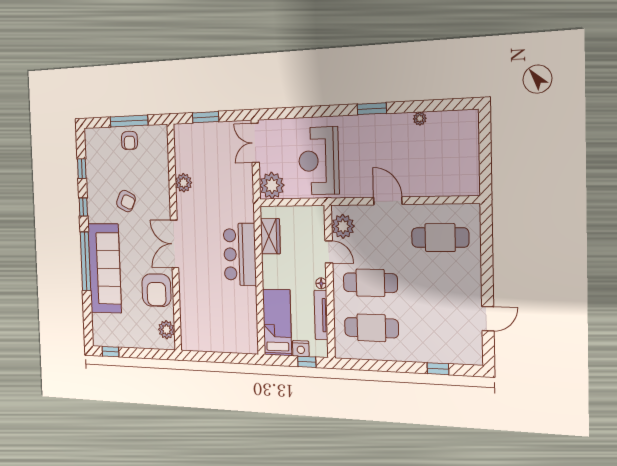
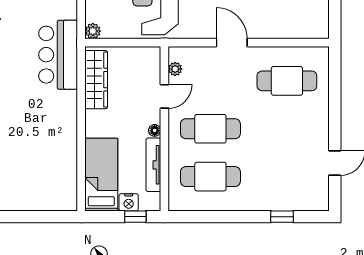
plant: (272, 185) -> (93, 31), width x0.53, depth x0.53
plant: (343, 226) -> (175, 69), width x0.53, depth x0.53
wardrobe: (270, 236) -> (96, 80), width x1.50
door: (329, 252) -> (164, 96), hinge flipped
bar counter: (240, 254) -> (58, 55), moved

